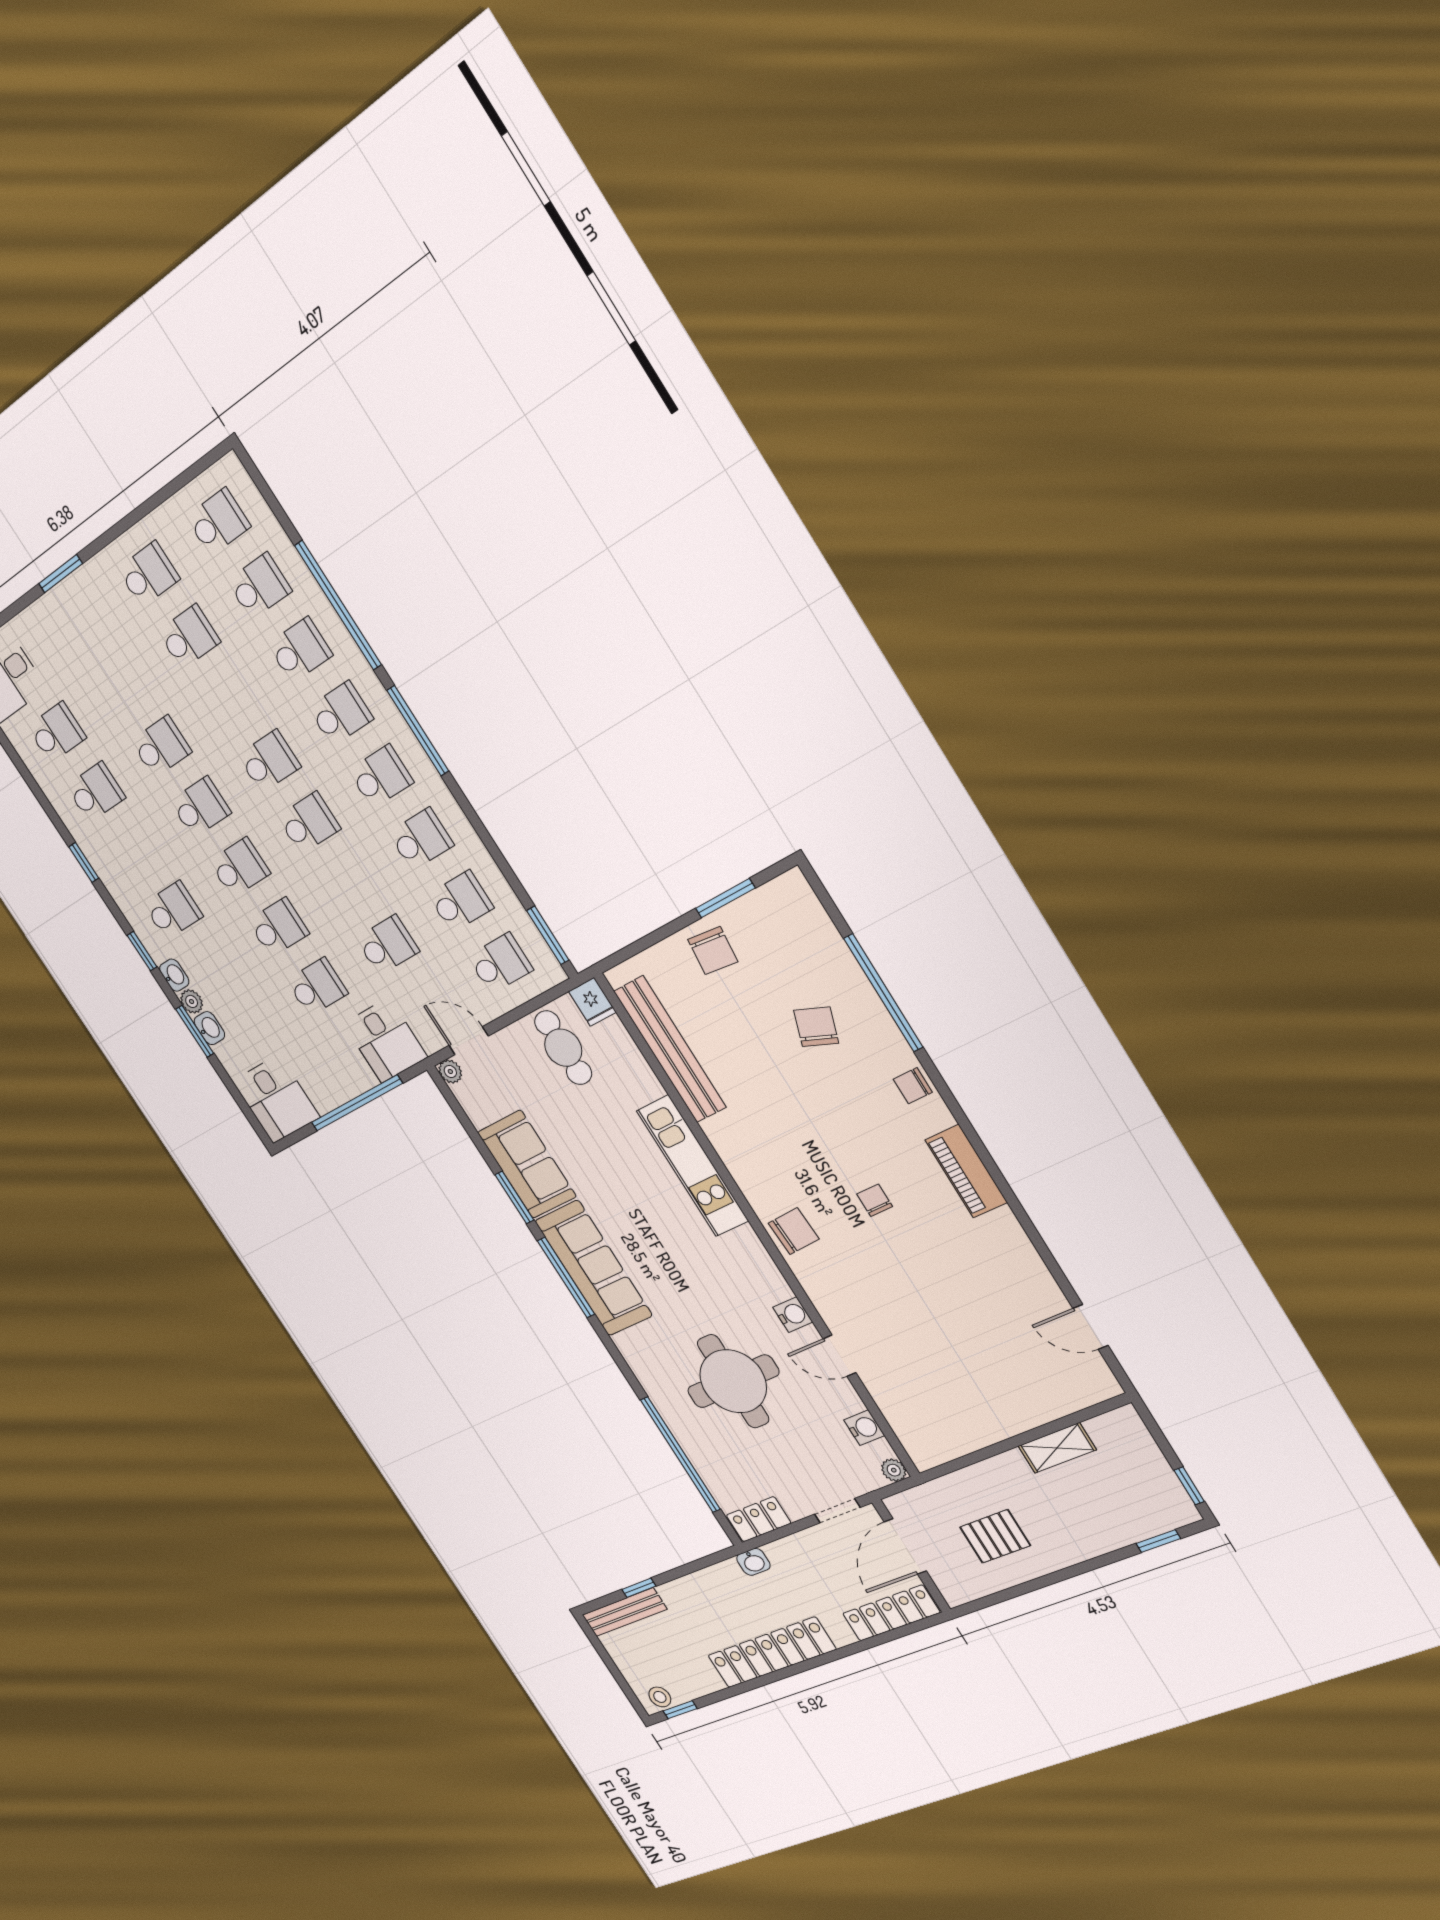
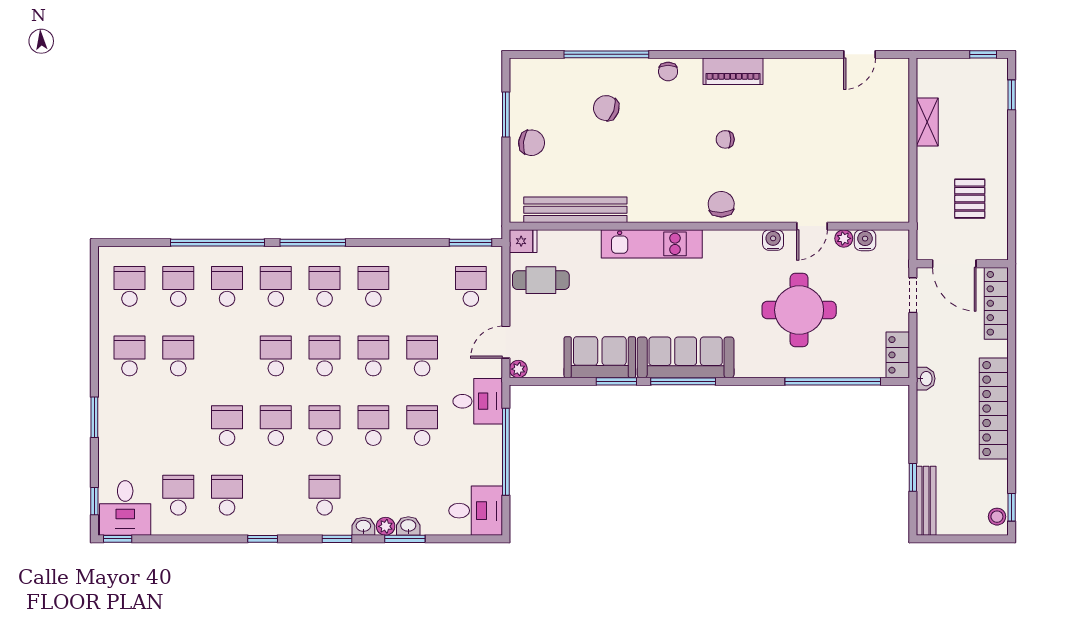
school desk: (461, 901) -> (373, 356), moved
plant: (894, 1470) -> (844, 238), moved

